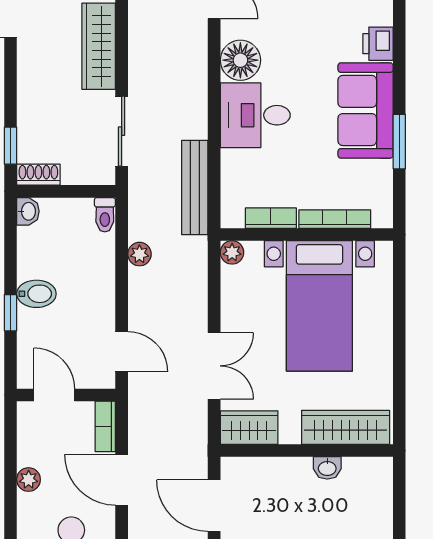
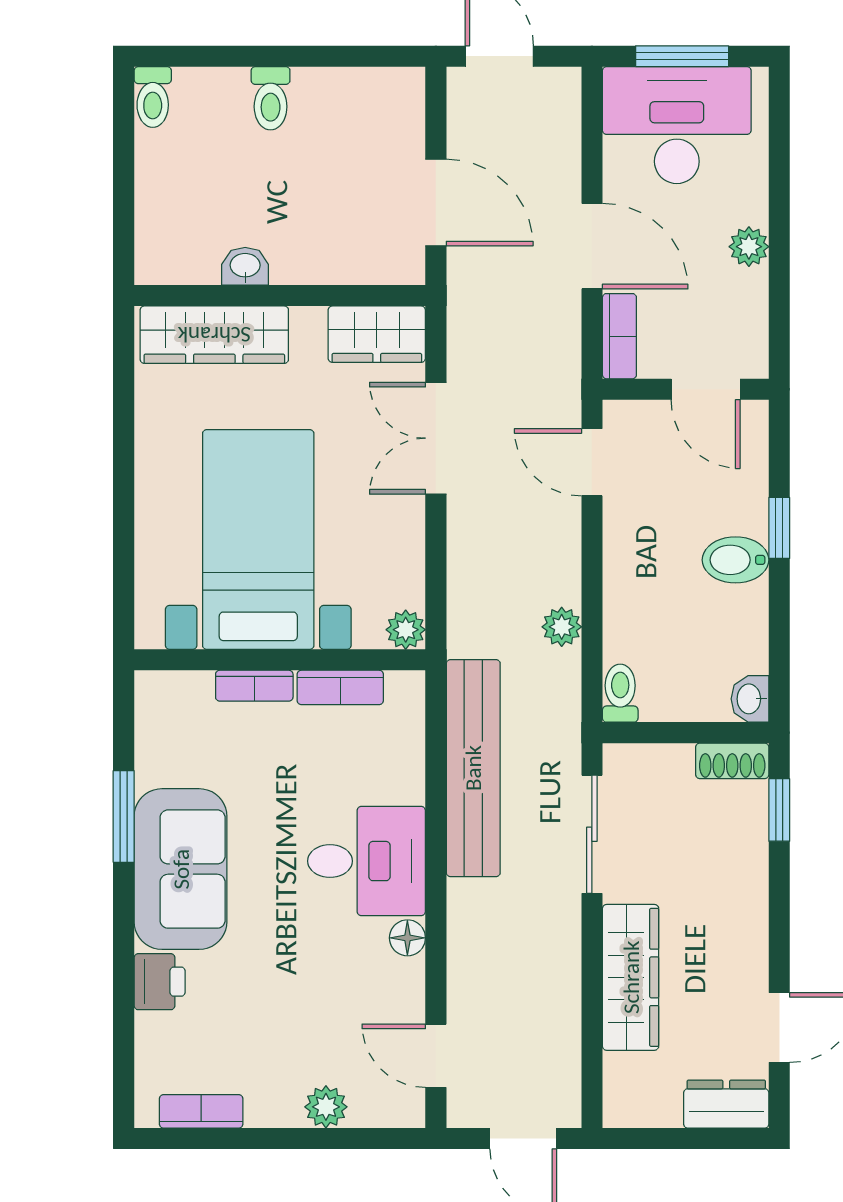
floor lamp: (240, 60) -> (407, 938), width x0.53, depth x0.53
bench: (195, 188) -> (473, 768), width x1.37, depth x1.21
bookcase: (335, 219) -> (254, 686), width x0.64

